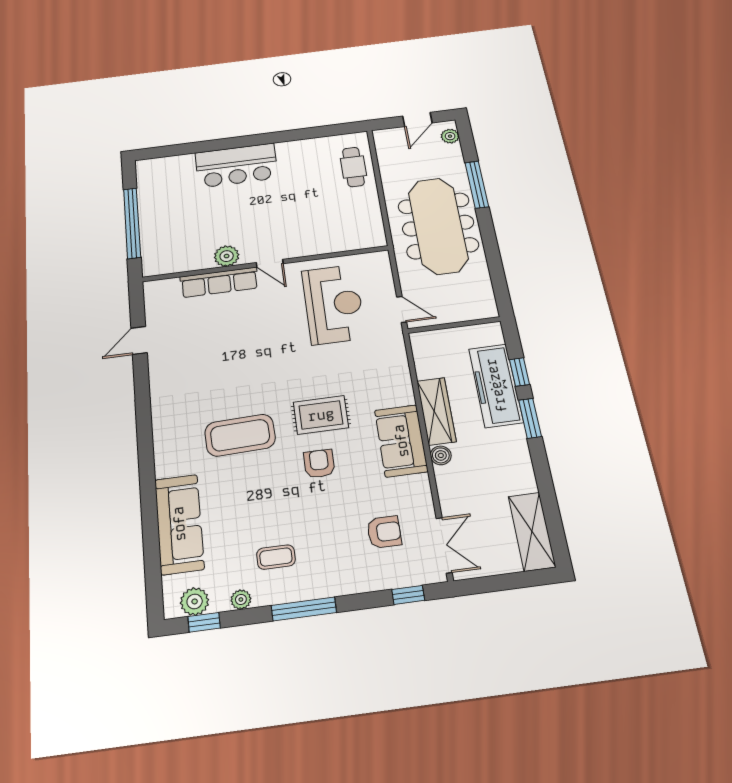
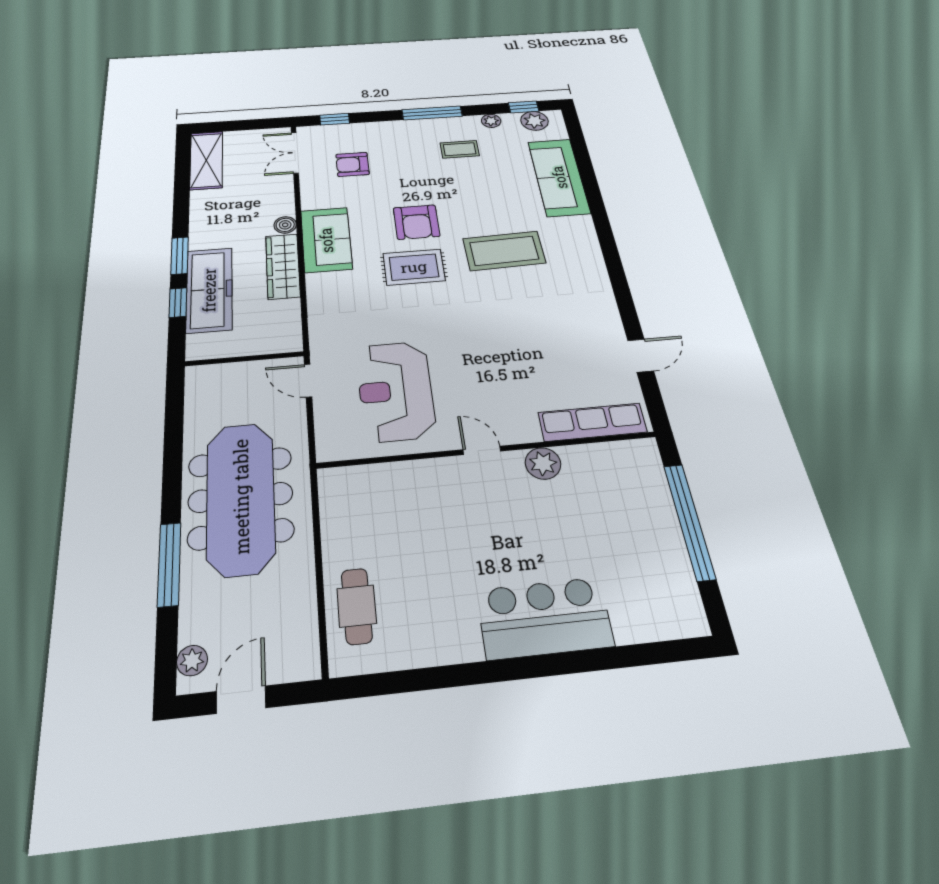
row of seats: (219, 282) -> (592, 422), moved
armchair: (319, 464) -> (416, 222), width x1.38, depth x1.38

